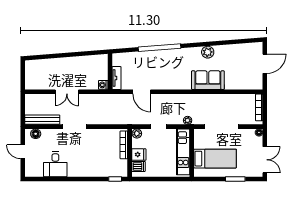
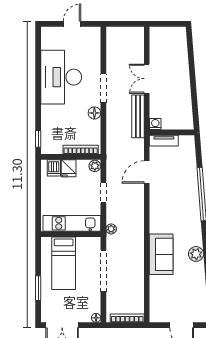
bench: (42, 120) -> (138, 116), moved
floor lamp: (36, 134) -> (94, 113), moved
desk: (55, 164) -> (61, 77), width x1.87, depth x1.30

